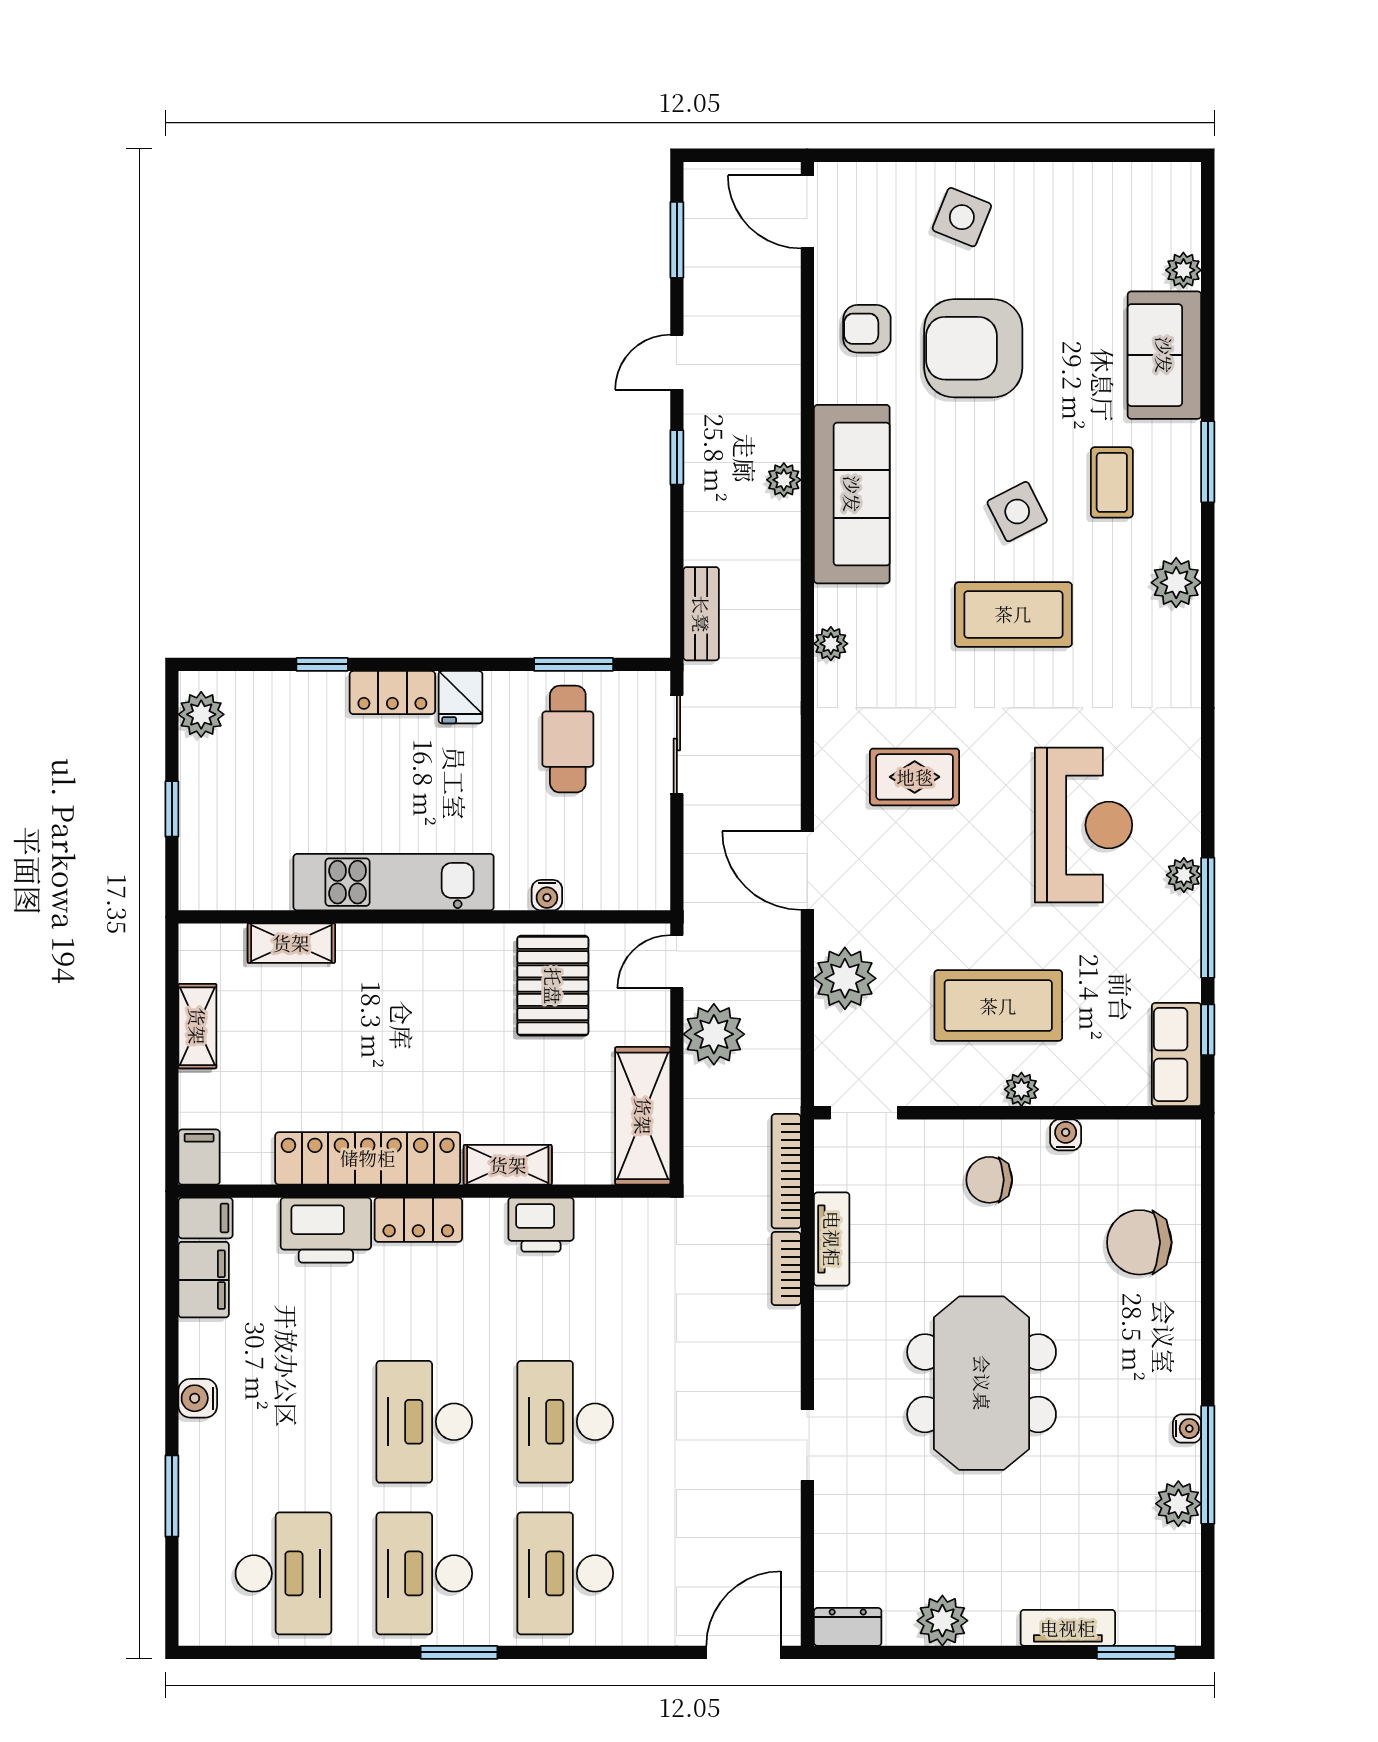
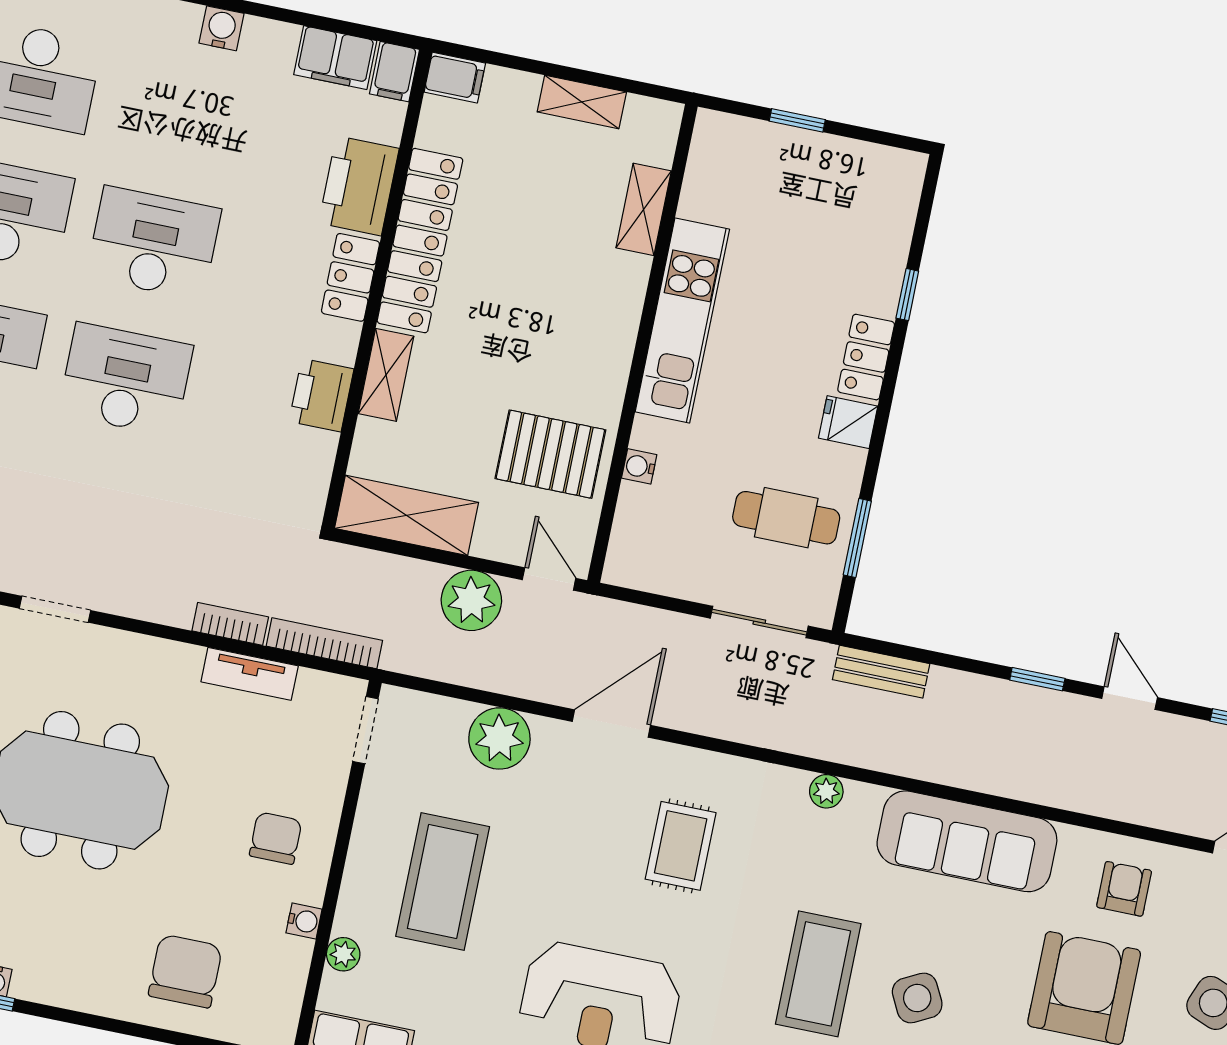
plant: (784, 480) -> (994, 778), removed
plant: (201, 714) -> (883, 168), removed
plant: (1021, 1089) -> (343, 954), moved

